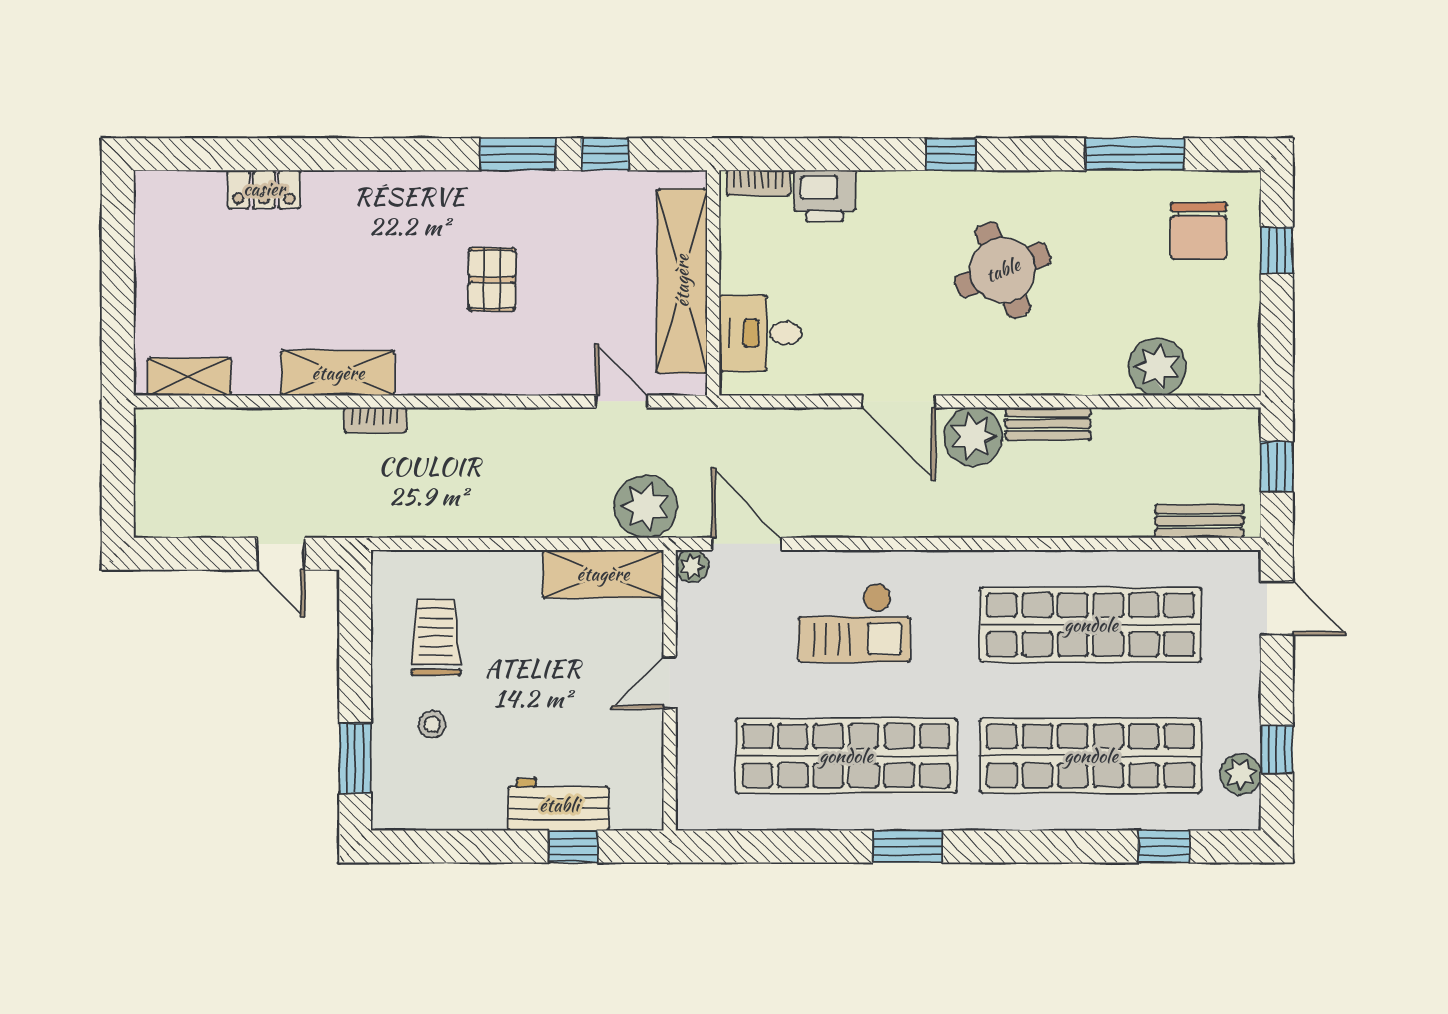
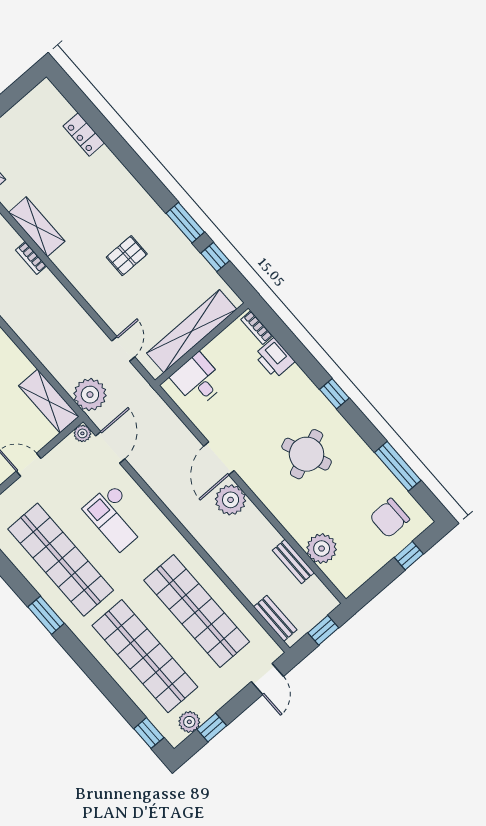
bench: (1048, 424) -> (293, 561), moved
window: (1164, 846) -> (149, 733), moved

